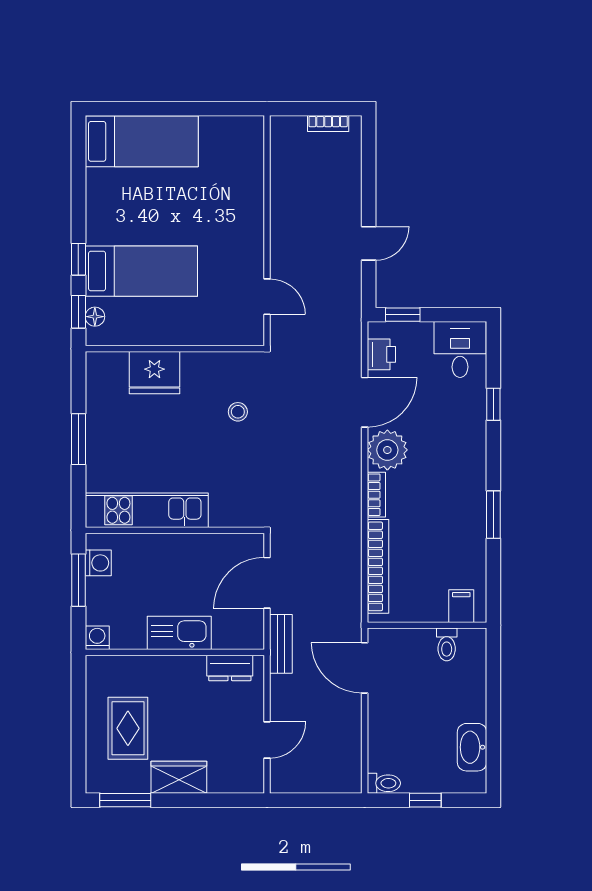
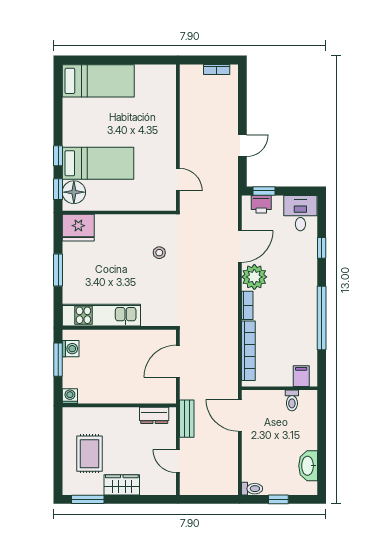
floor lamp: (95, 317) -> (74, 192), width x1.89, depth x1.89
printer: (381, 354) -> (261, 204), moved, turned 90
fridge: (154, 373) -> (78, 228), moved
window: (493, 515) -> (322, 318), width x2.11
kitchen sink: (179, 633) -> (122, 393), removed
bench: (281, 644) -> (187, 419), moved
door: (267, 740) -> (178, 461), swing flipped

